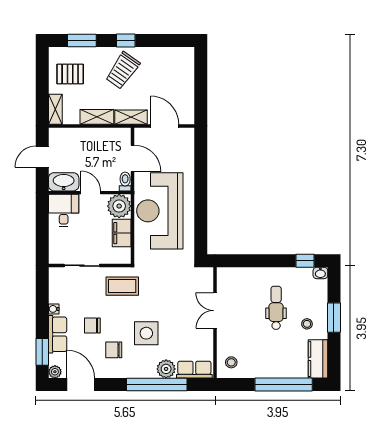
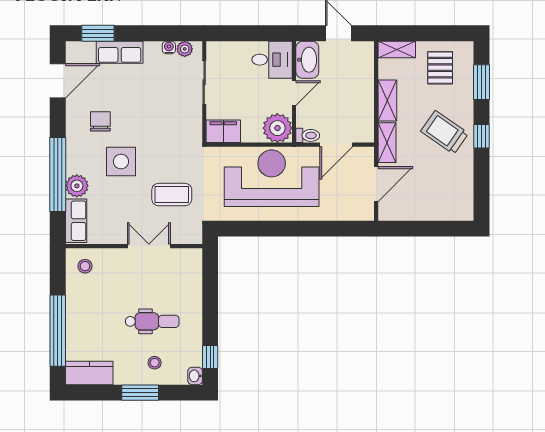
filing cabinet: (122, 233) -> (223, 131), moved
coffee table: (122, 286) -> (172, 195), moved, turned 90
water cooler: (54, 309) -> (169, 47), moved
stool: (307, 324) -> (155, 363), moved
chair: (92, 326) -> (130, 95), removed
plant: (55, 372) -> (185, 49), moved

